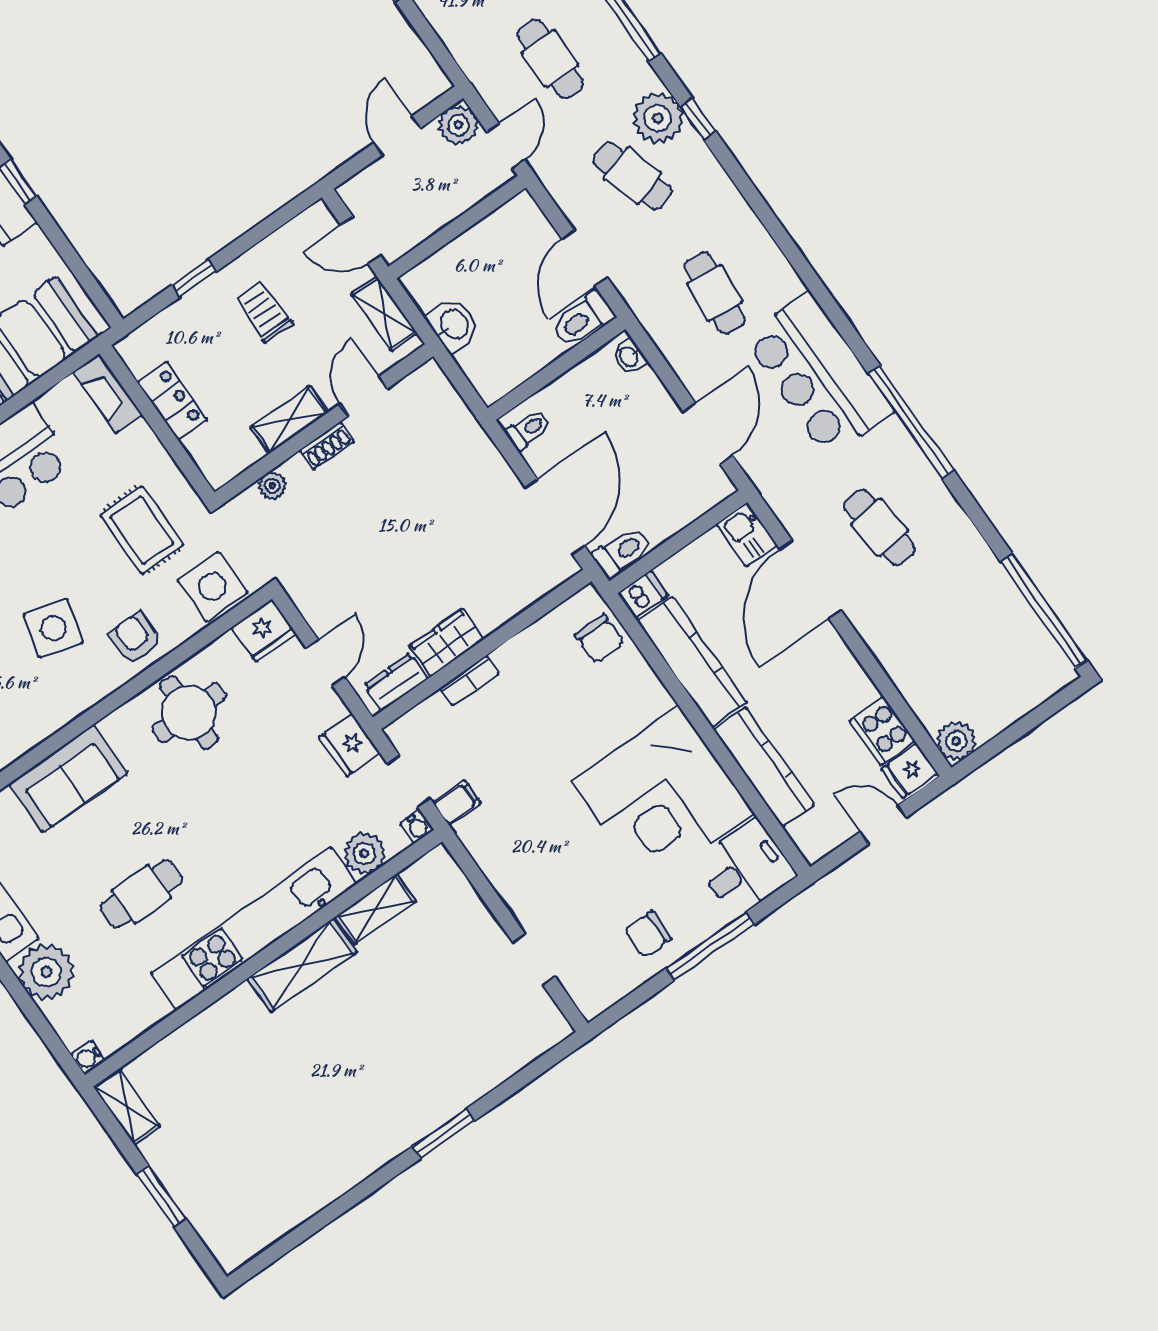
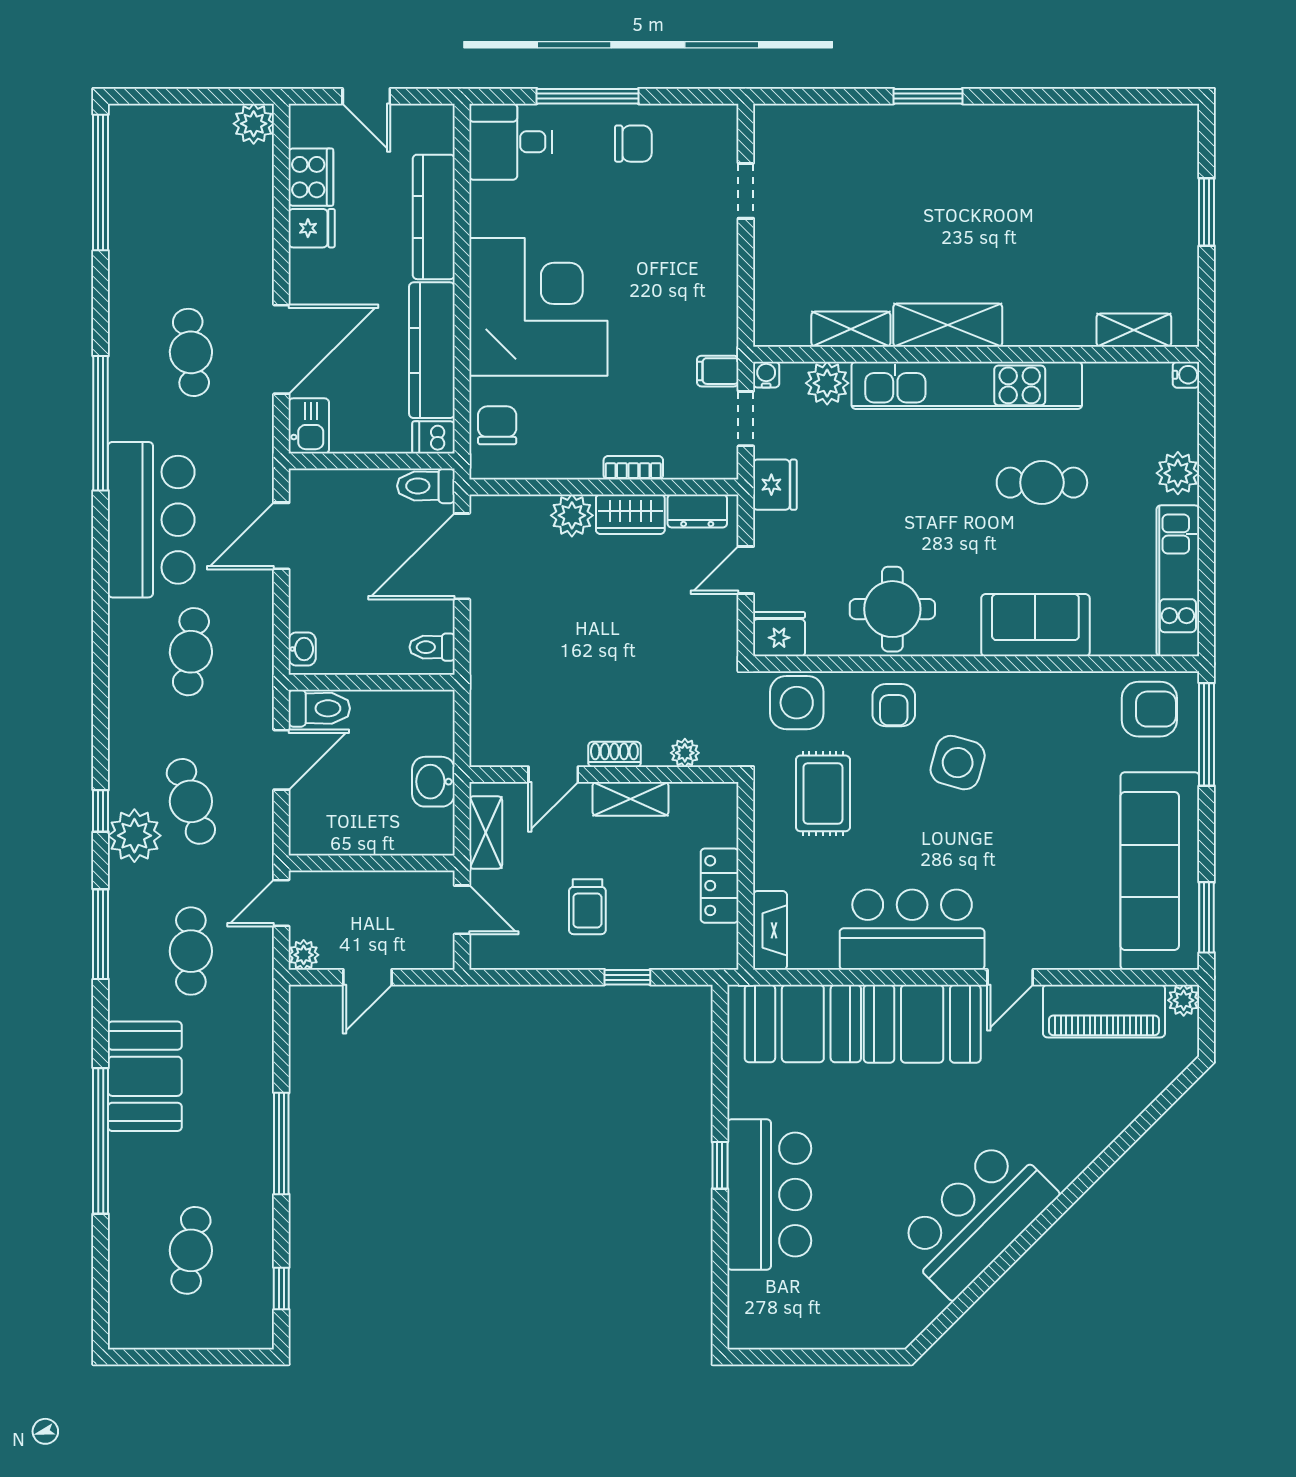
plant: (458, 125) -> (304, 955), width x0.73, depth x0.73
plant: (491, 609) -> (572, 515), added
fridge: (910, 771) -> (312, 228), moved
corner desk: (663, 797) -> (538, 307), moved
plant: (46, 972) -> (1178, 473), width x0.73, depth x0.73
shelving: (127, 1107) -> (1134, 330), moved, turned 90

